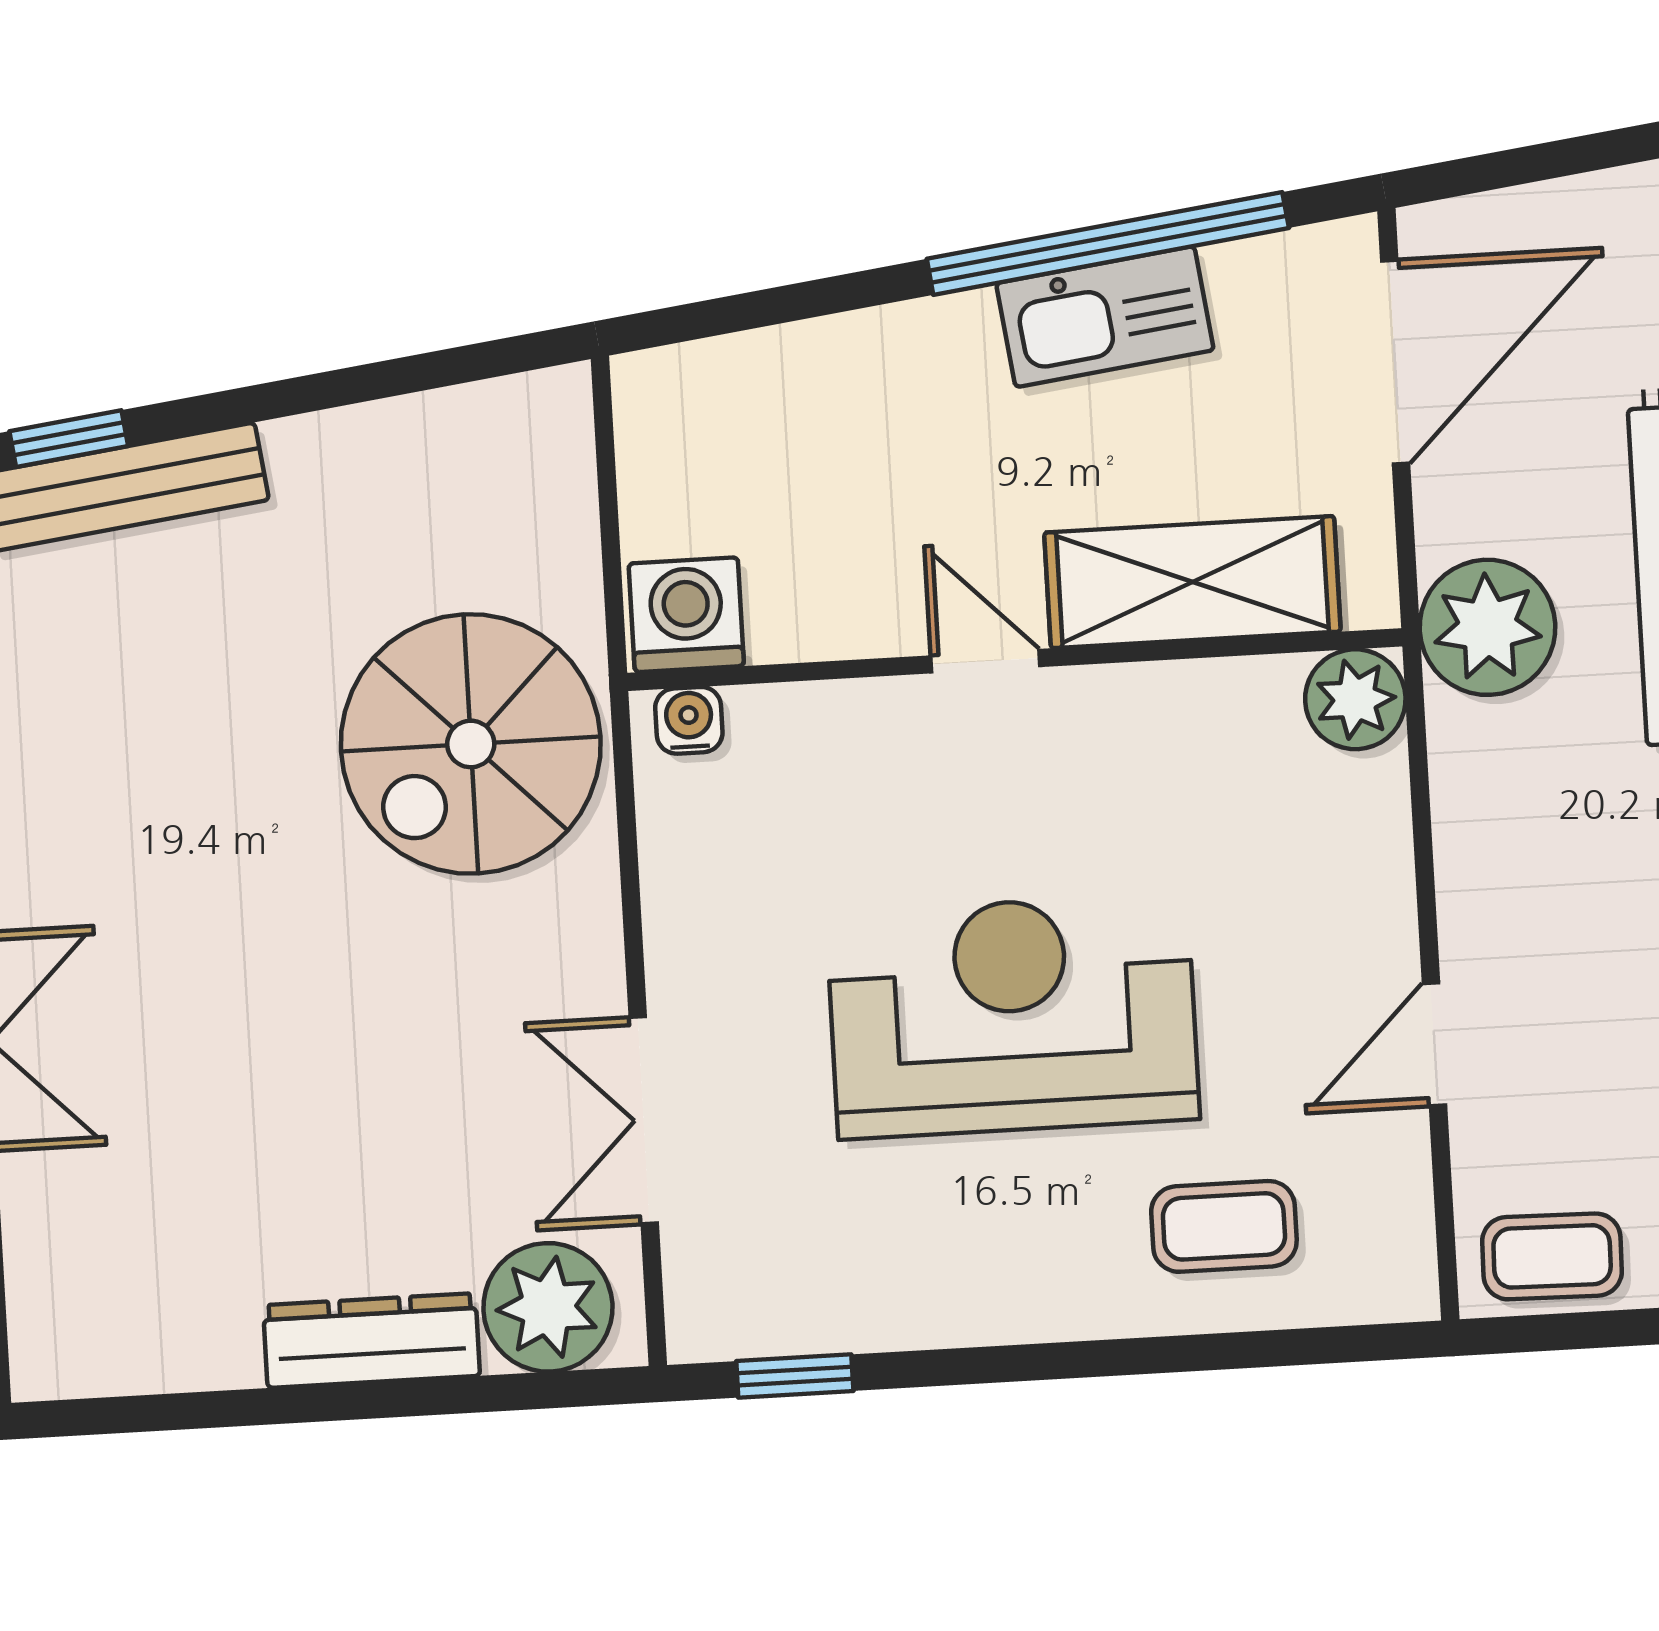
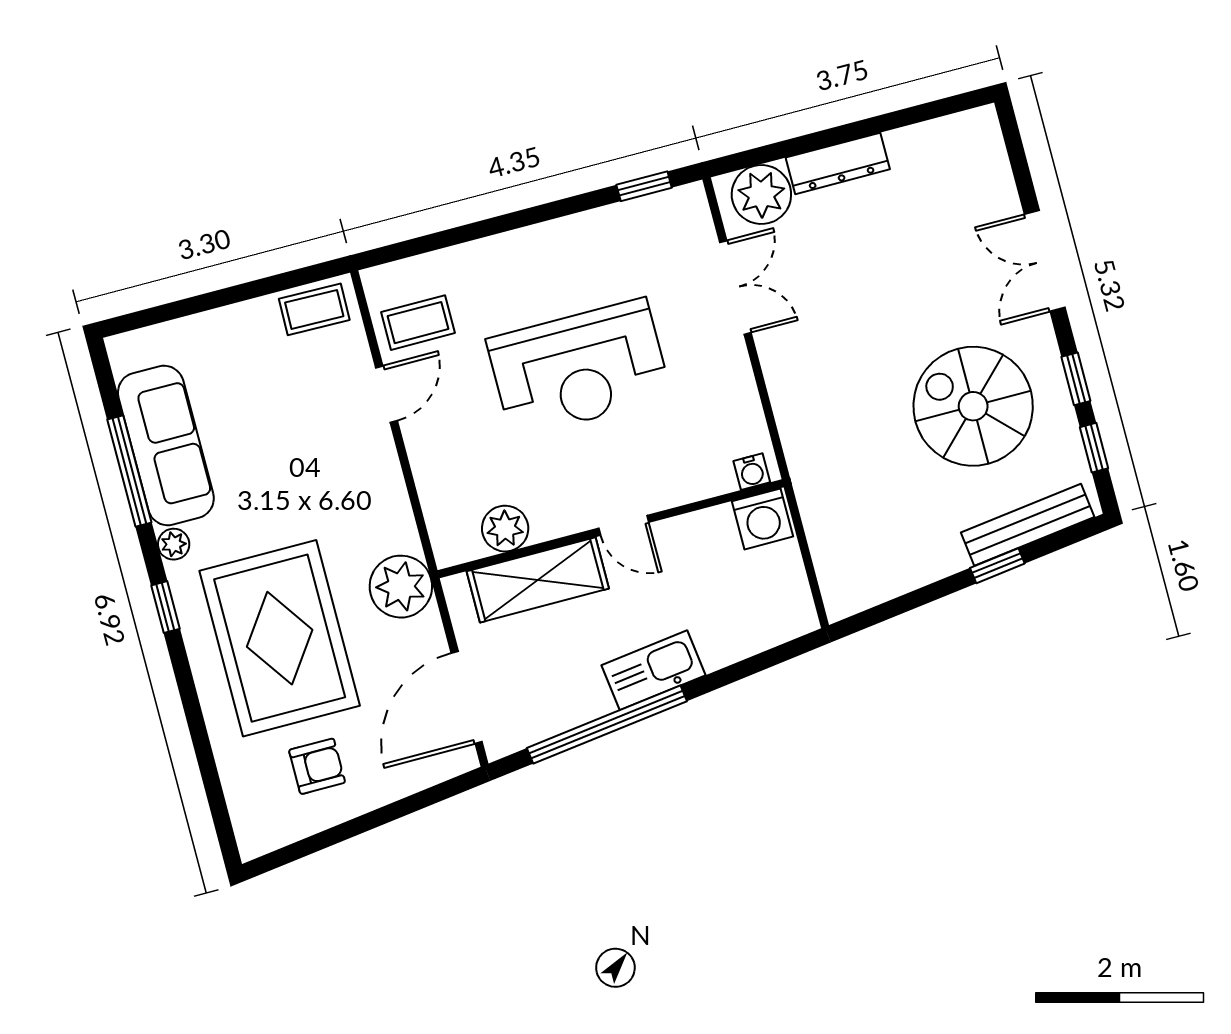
kitchen sink: (1105, 317) -> (653, 670), moved
window: (69, 439) -> (997, 566), moved
plant: (1355, 699) -> (505, 529), moved
spiral stairs: (471, 744) -> (973, 406), moved, turned -90
coffee table: (1224, 1226) -> (418, 323), moved

